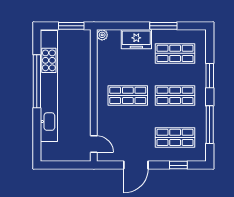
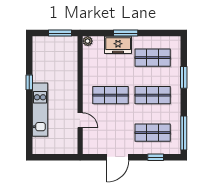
window: (163, 26) -> (126, 33), moved
window: (37, 81) -> (29, 82), width x0.32
kitchen unit: (49, 86) -> (40, 110), width x0.54
window: (210, 125) -> (184, 133), moved
door: (94, 144) -> (80, 120), moved

